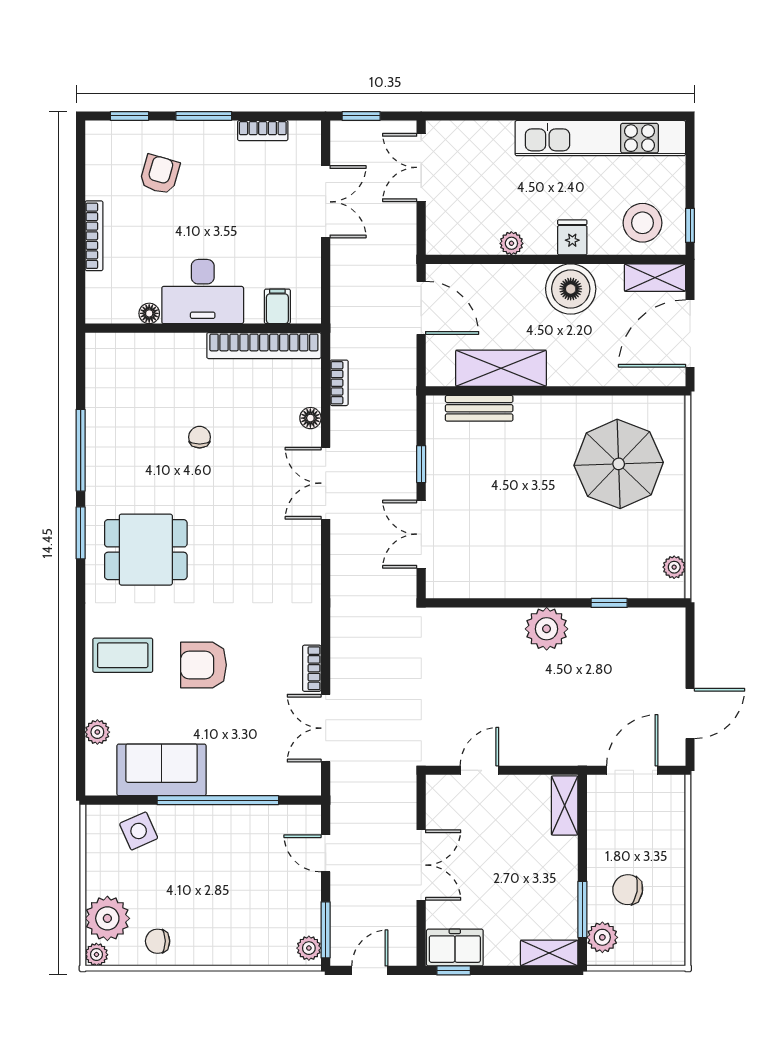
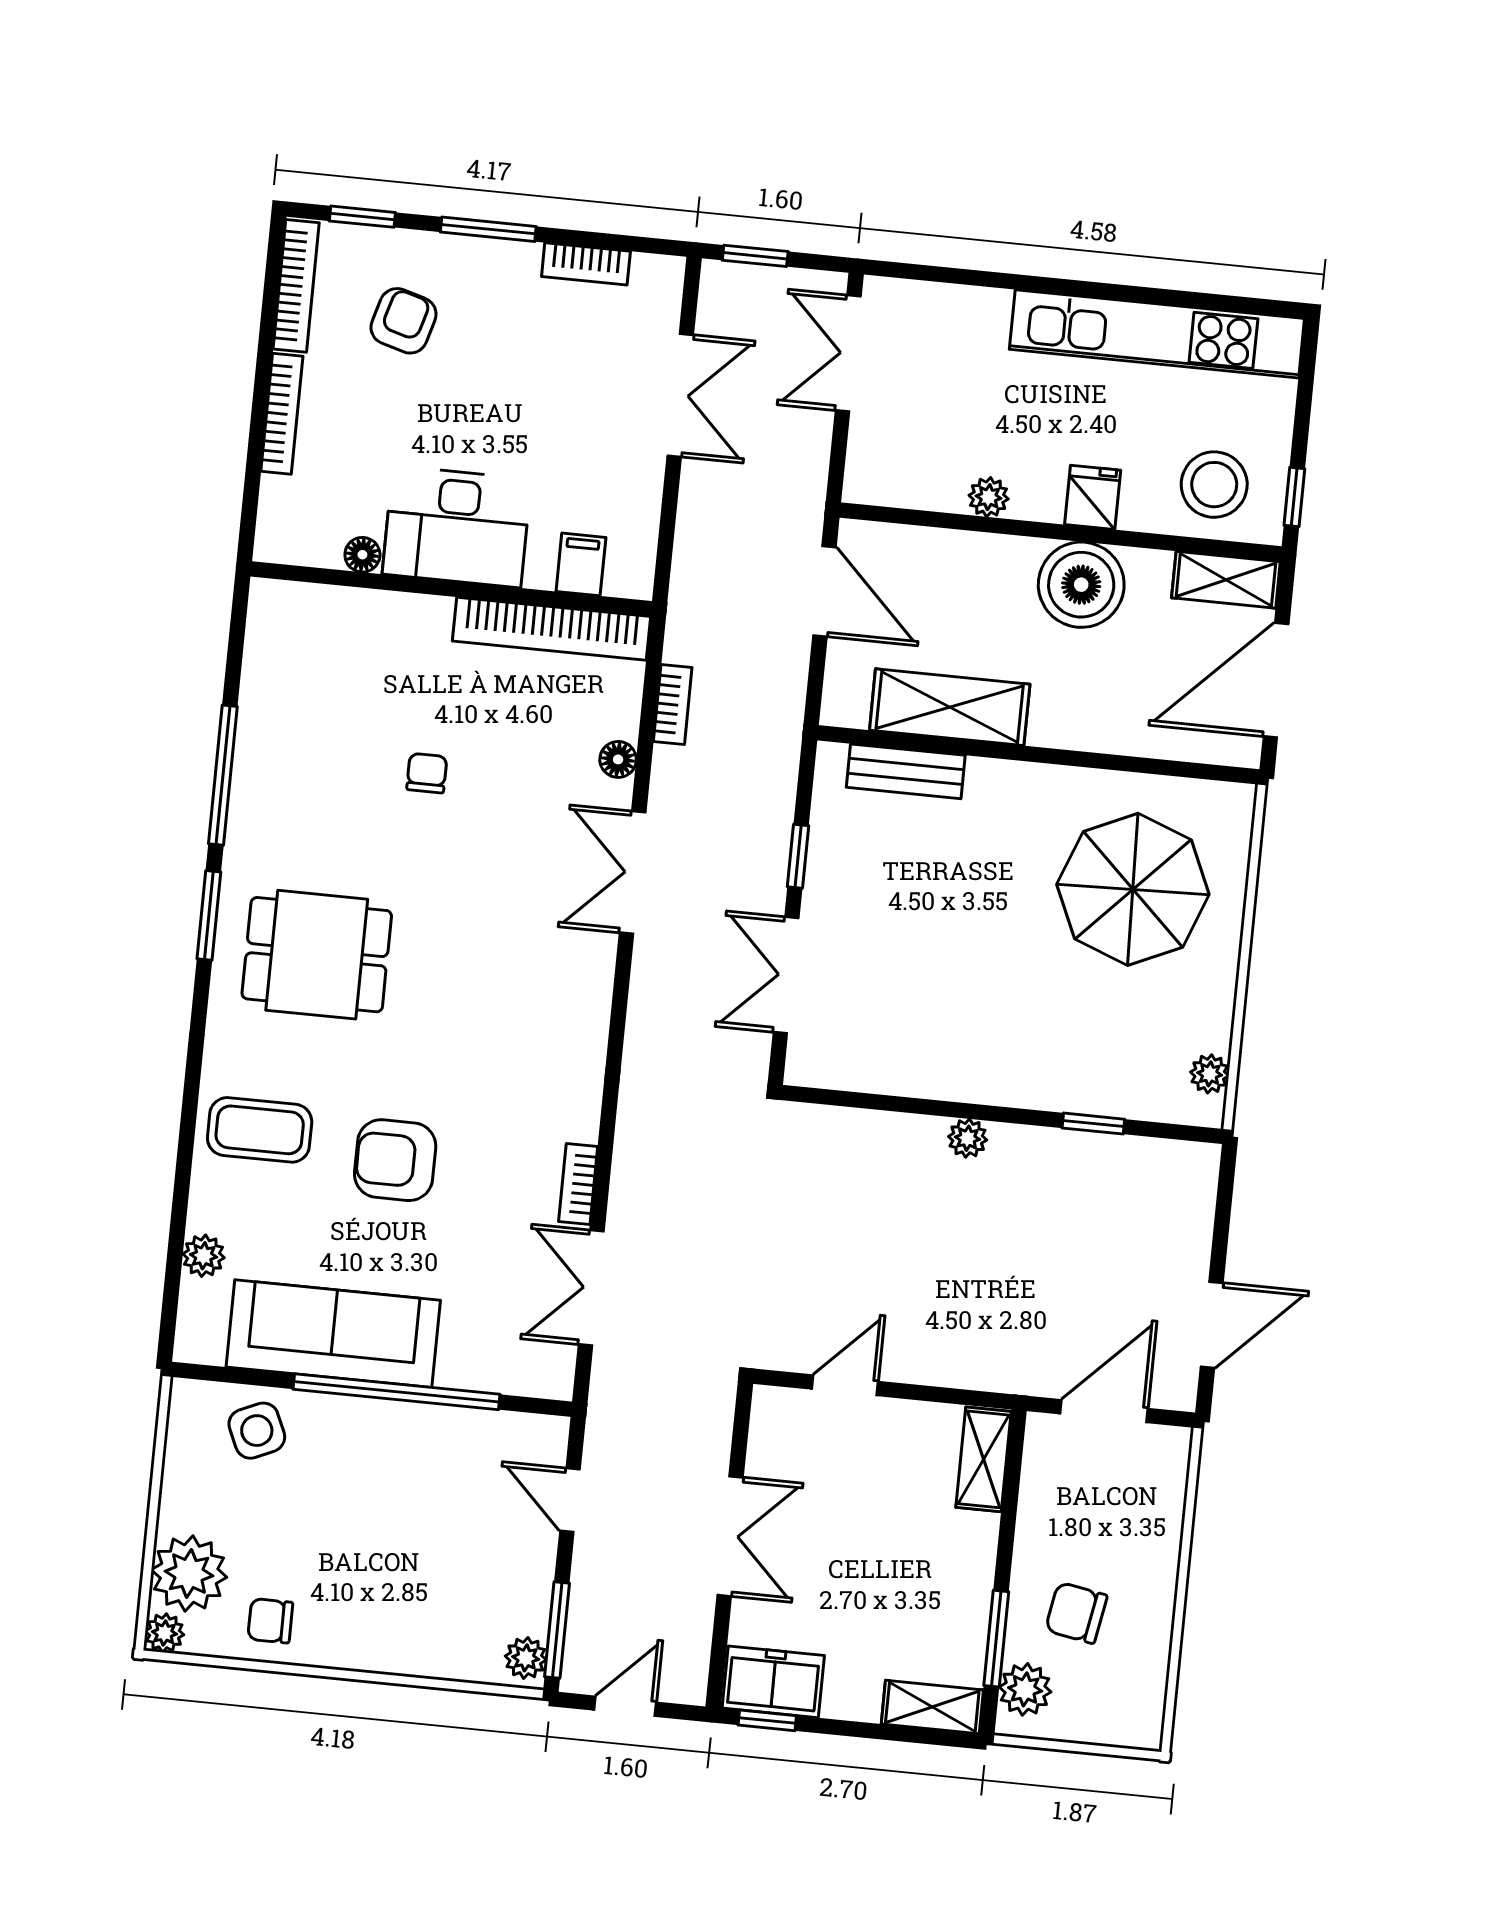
bookcase: (95, 160) -> (296, 286), added
plant: (547, 629) -> (968, 1138), width x0.53, depth x0.53
sofa: (162, 770) -> (333, 1334), width x1.36

